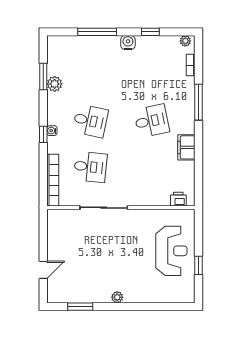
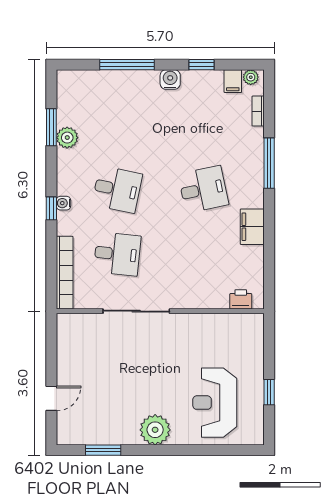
filing cabinet: (173, 44) -> (233, 81), added
reception desk: (171, 251) -> (215, 403), moved, turned 180
plant: (117, 297) -> (155, 430), width x1.87, depth x1.87

